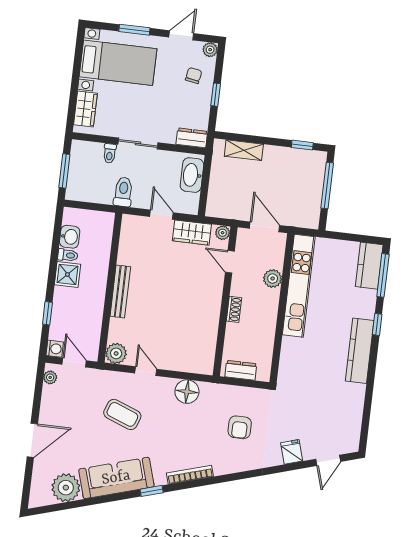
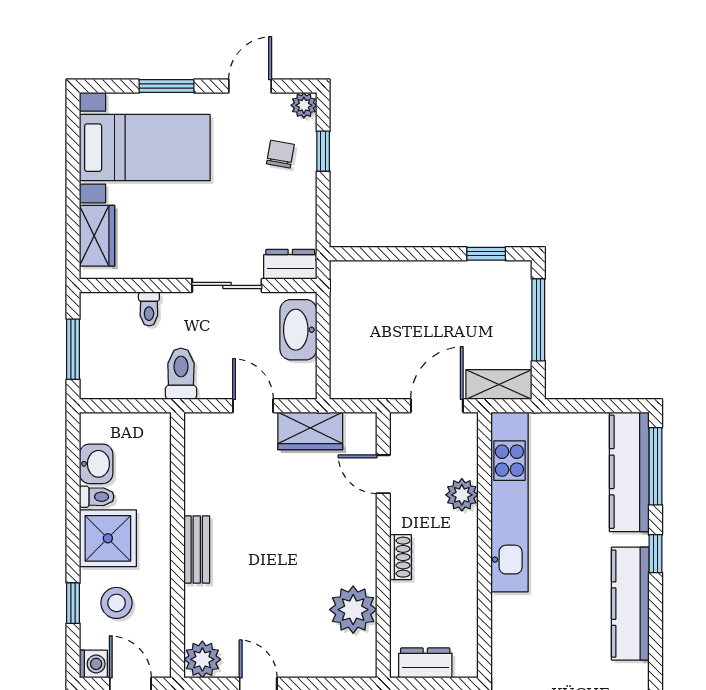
window: (216, 95) -> (323, 151), moved
sliding door: (138, 143) -> (227, 285), moved
shelving: (244, 150) -> (499, 385), moved
door: (265, 227) -> (437, 406), hinge flipped
plant: (223, 233) -> (353, 610), moved, width x1.87, depth x1.87
kitchen counter: (369, 266) -> (629, 472), width x1.50
shower: (68, 274) -> (108, 538), width x1.36, depth x1.36
bench: (120, 291) -> (197, 550), width x0.73
stool: (72, 316) -> (117, 603), added

